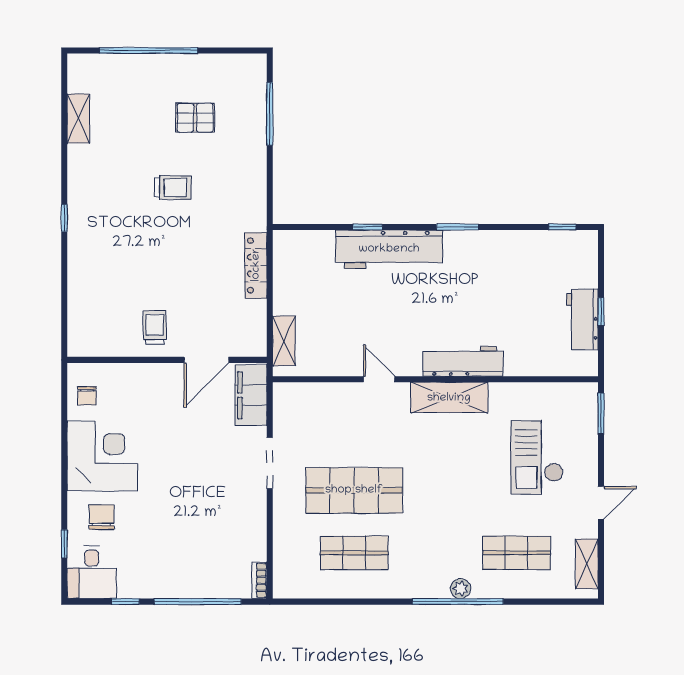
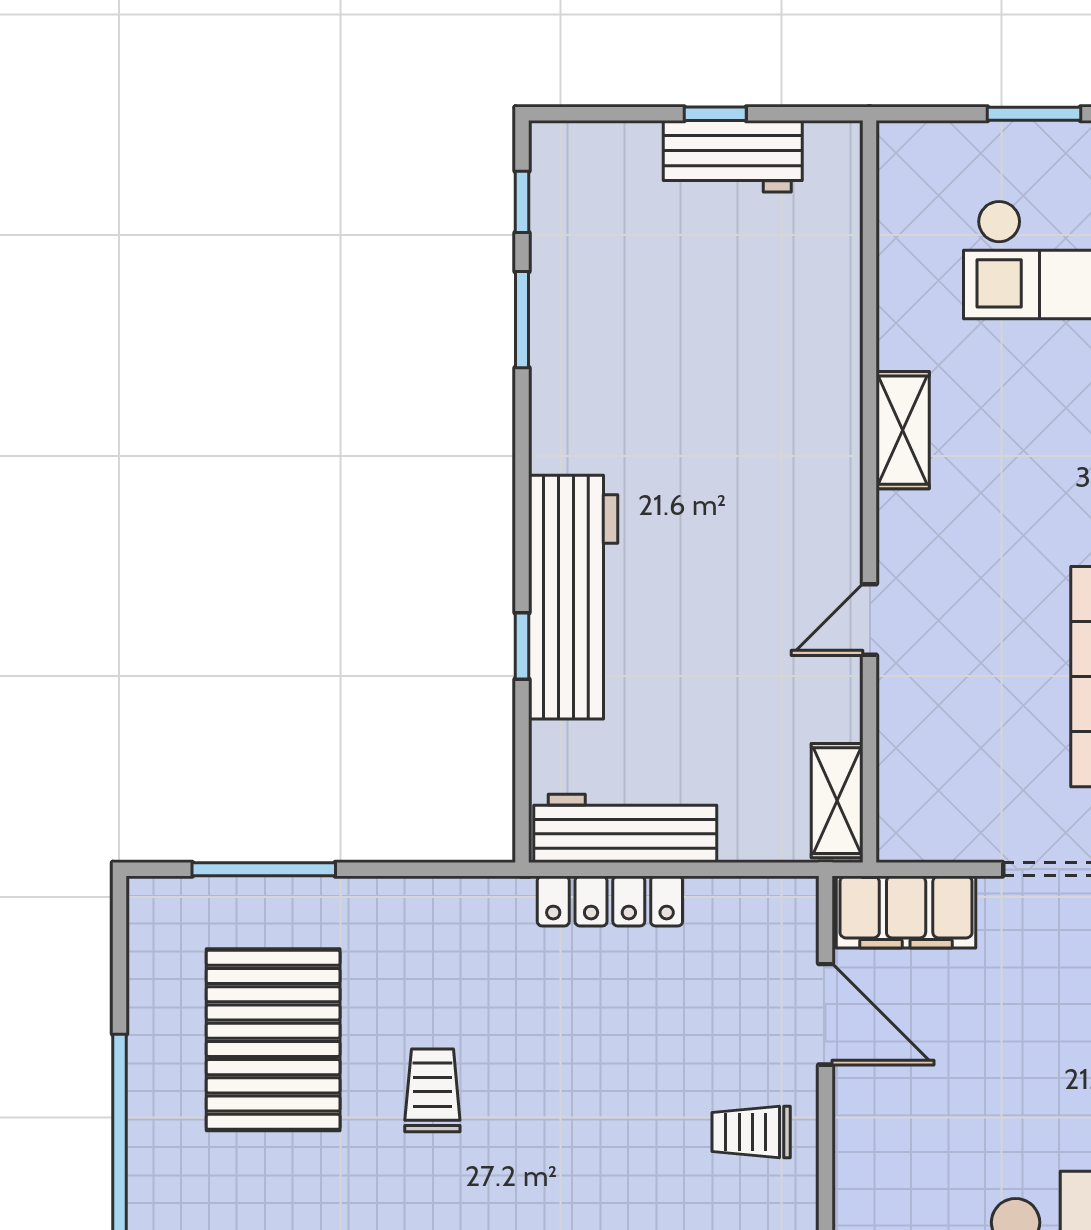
pallet: (195, 118) -> (273, 1040), width x2.05, depth x2.00
window: (457, 227) -> (522, 320), moved
shelving: (284, 341) -> (837, 801), moved, turned 90
workbench: (463, 361) -> (625, 828), moved, turned 90
shelving: (449, 398) -> (903, 430), width x0.67, depth x0.75
window: (601, 413) -> (1034, 114), moved

